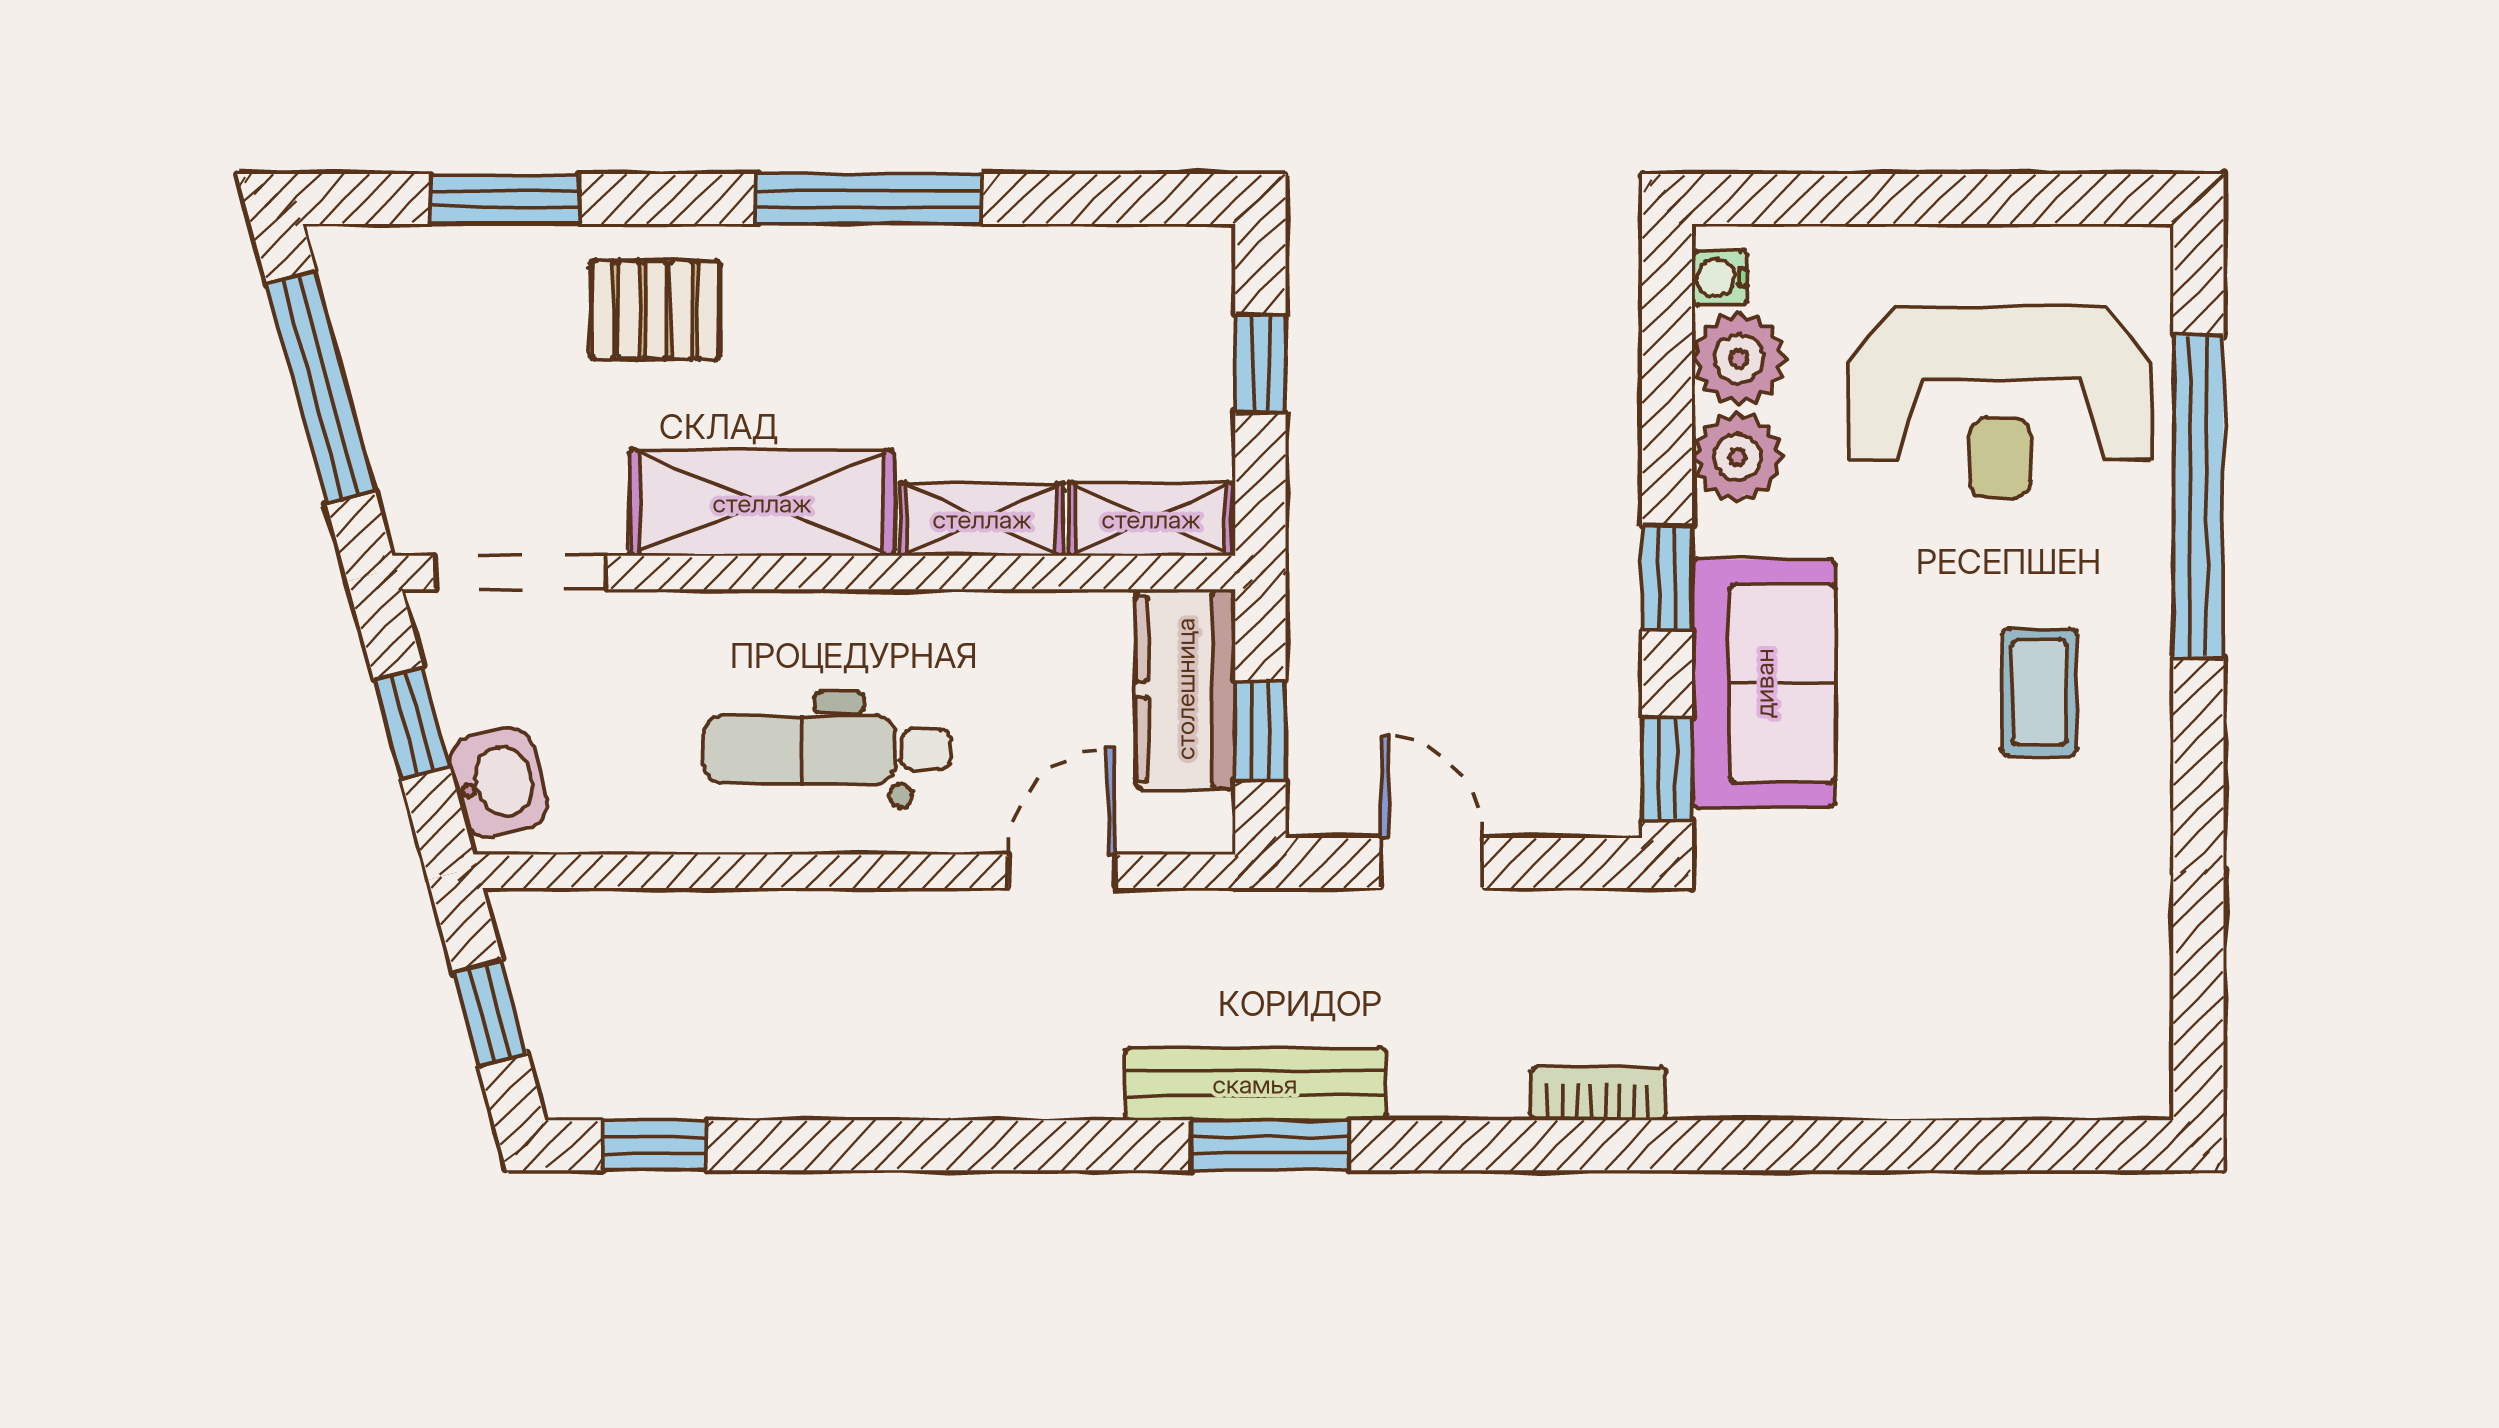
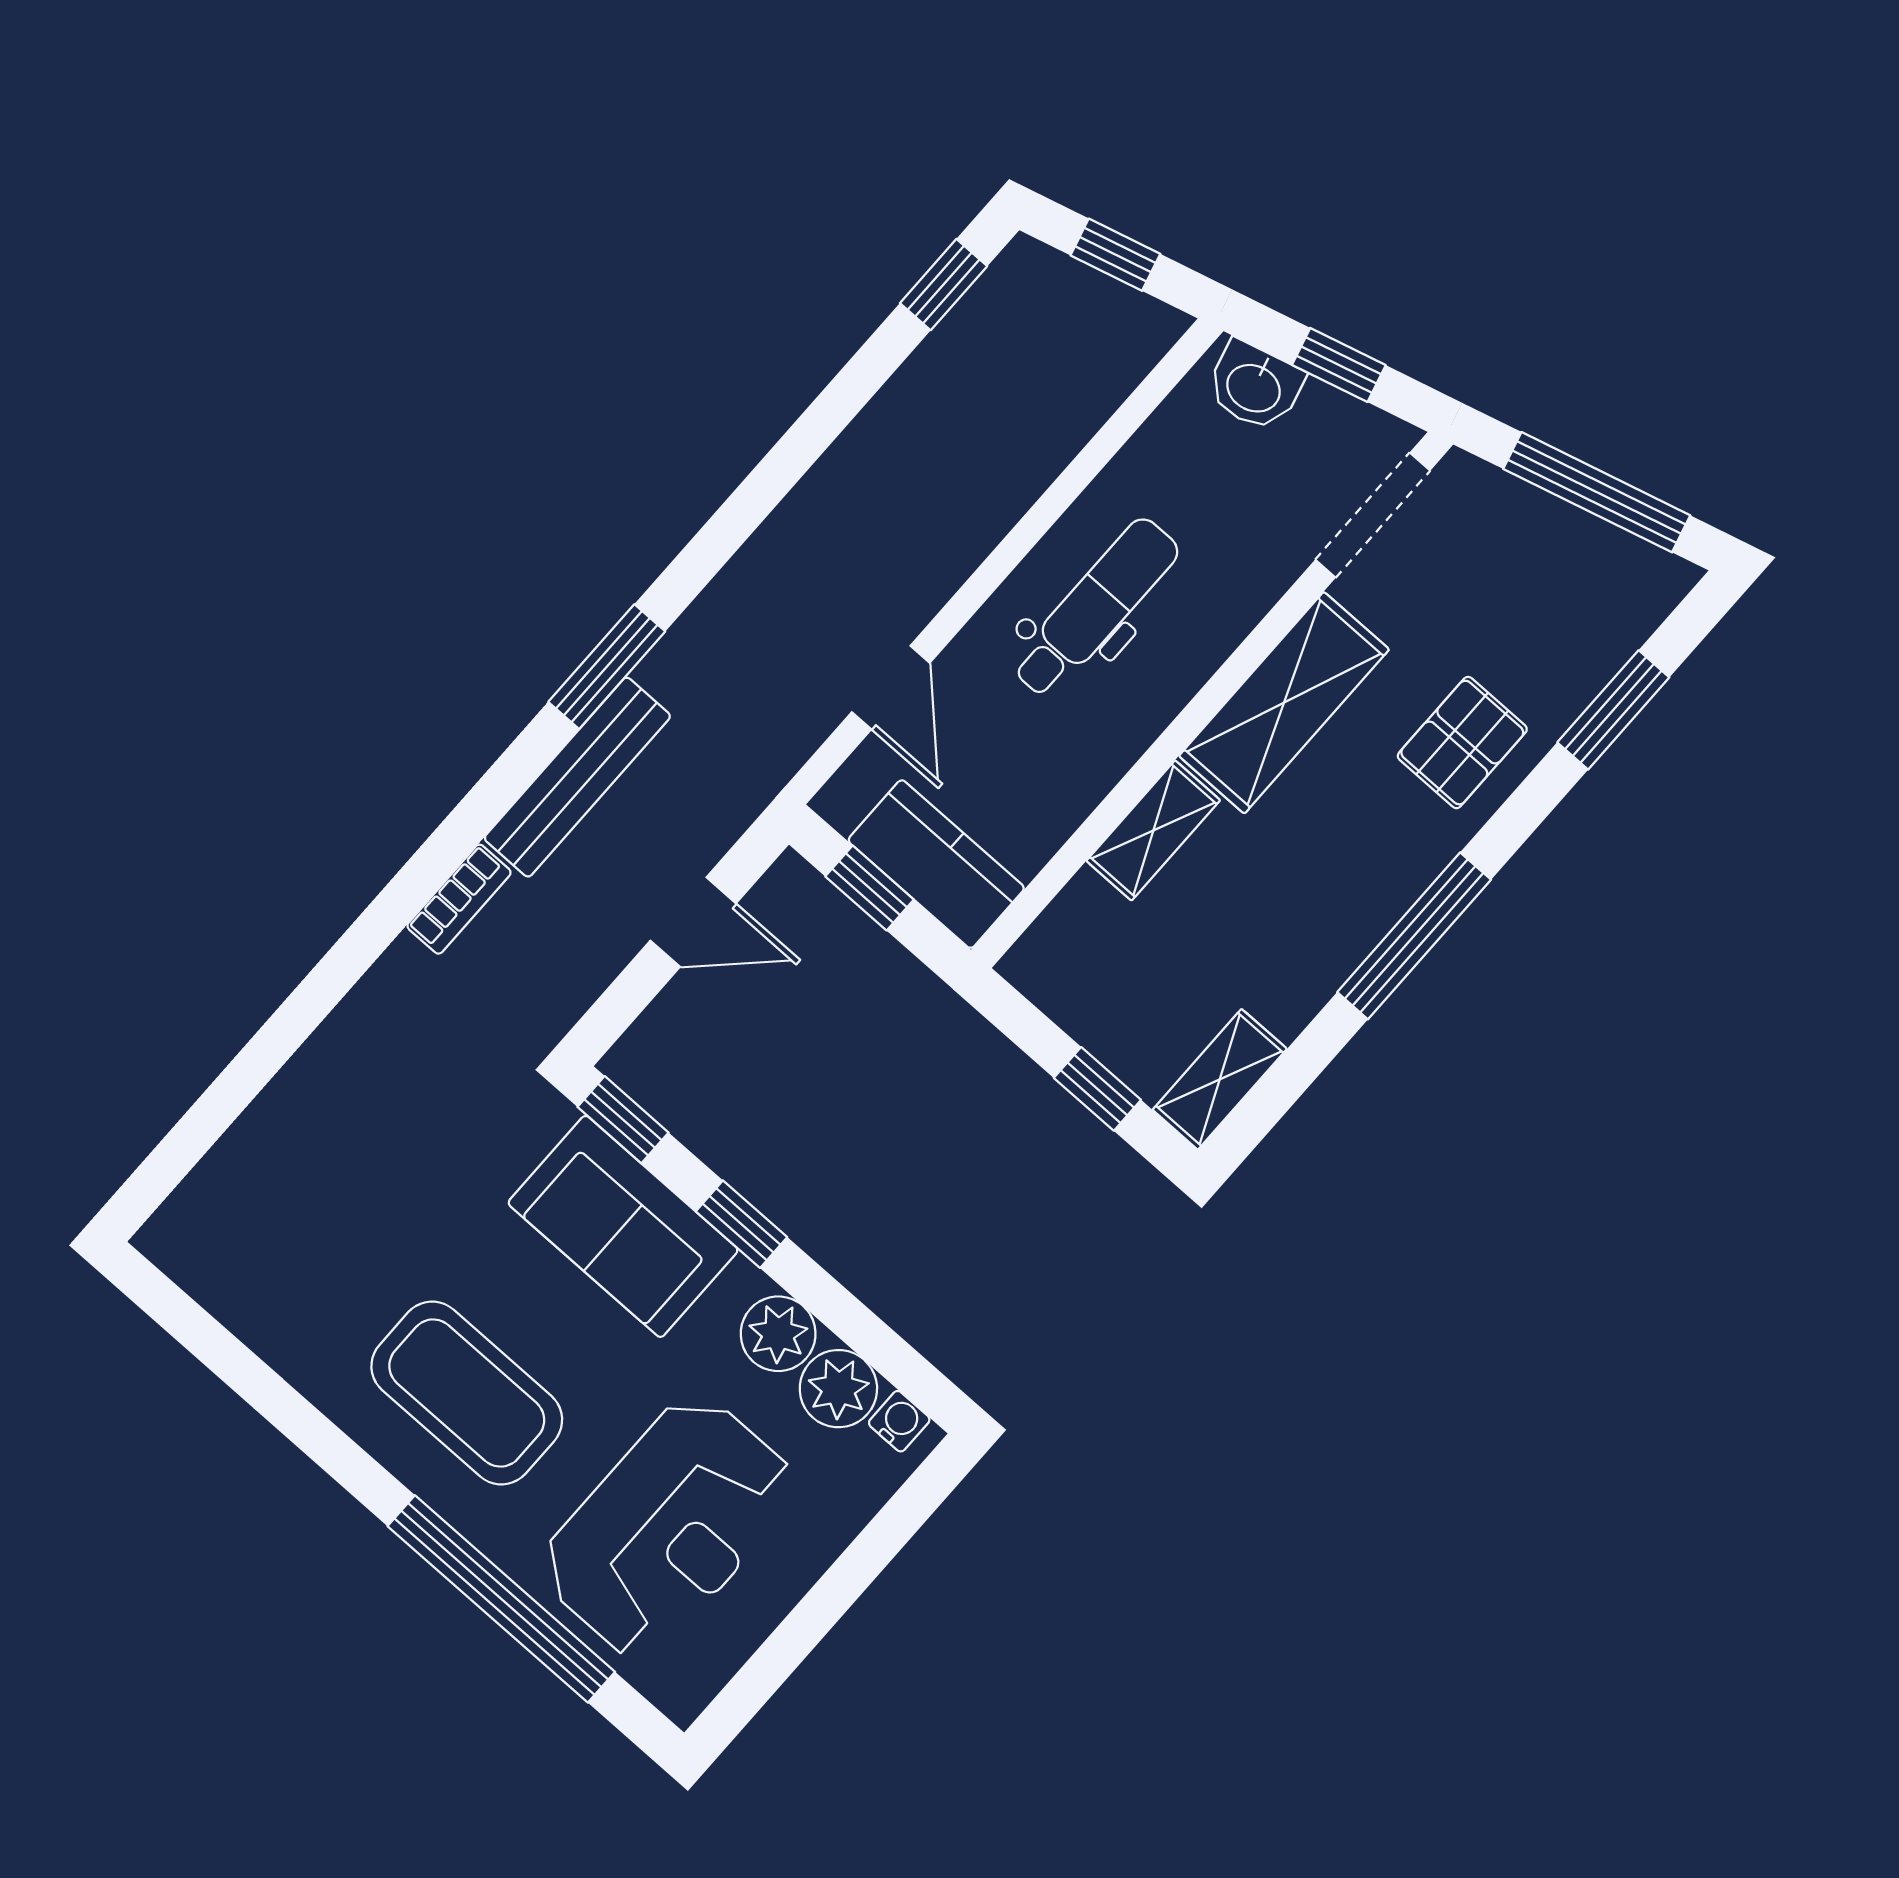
reception desk: (2000, 402) -> (668, 1527), turned 180
shelving: (1151, 519) -> (1220, 1079), moved
coffee table: (2039, 692) -> (467, 1393), width x1.86, depth x1.72
bench: (1255, 1084) -> (577, 777), moved

